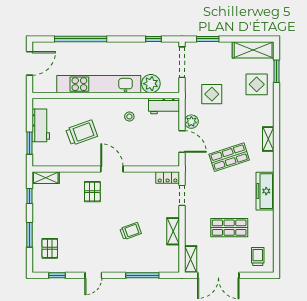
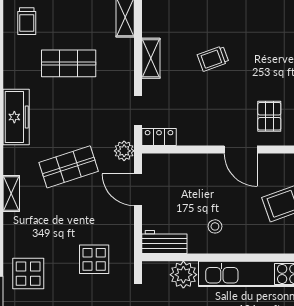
plant: (191, 122) -> (124, 151), moved

